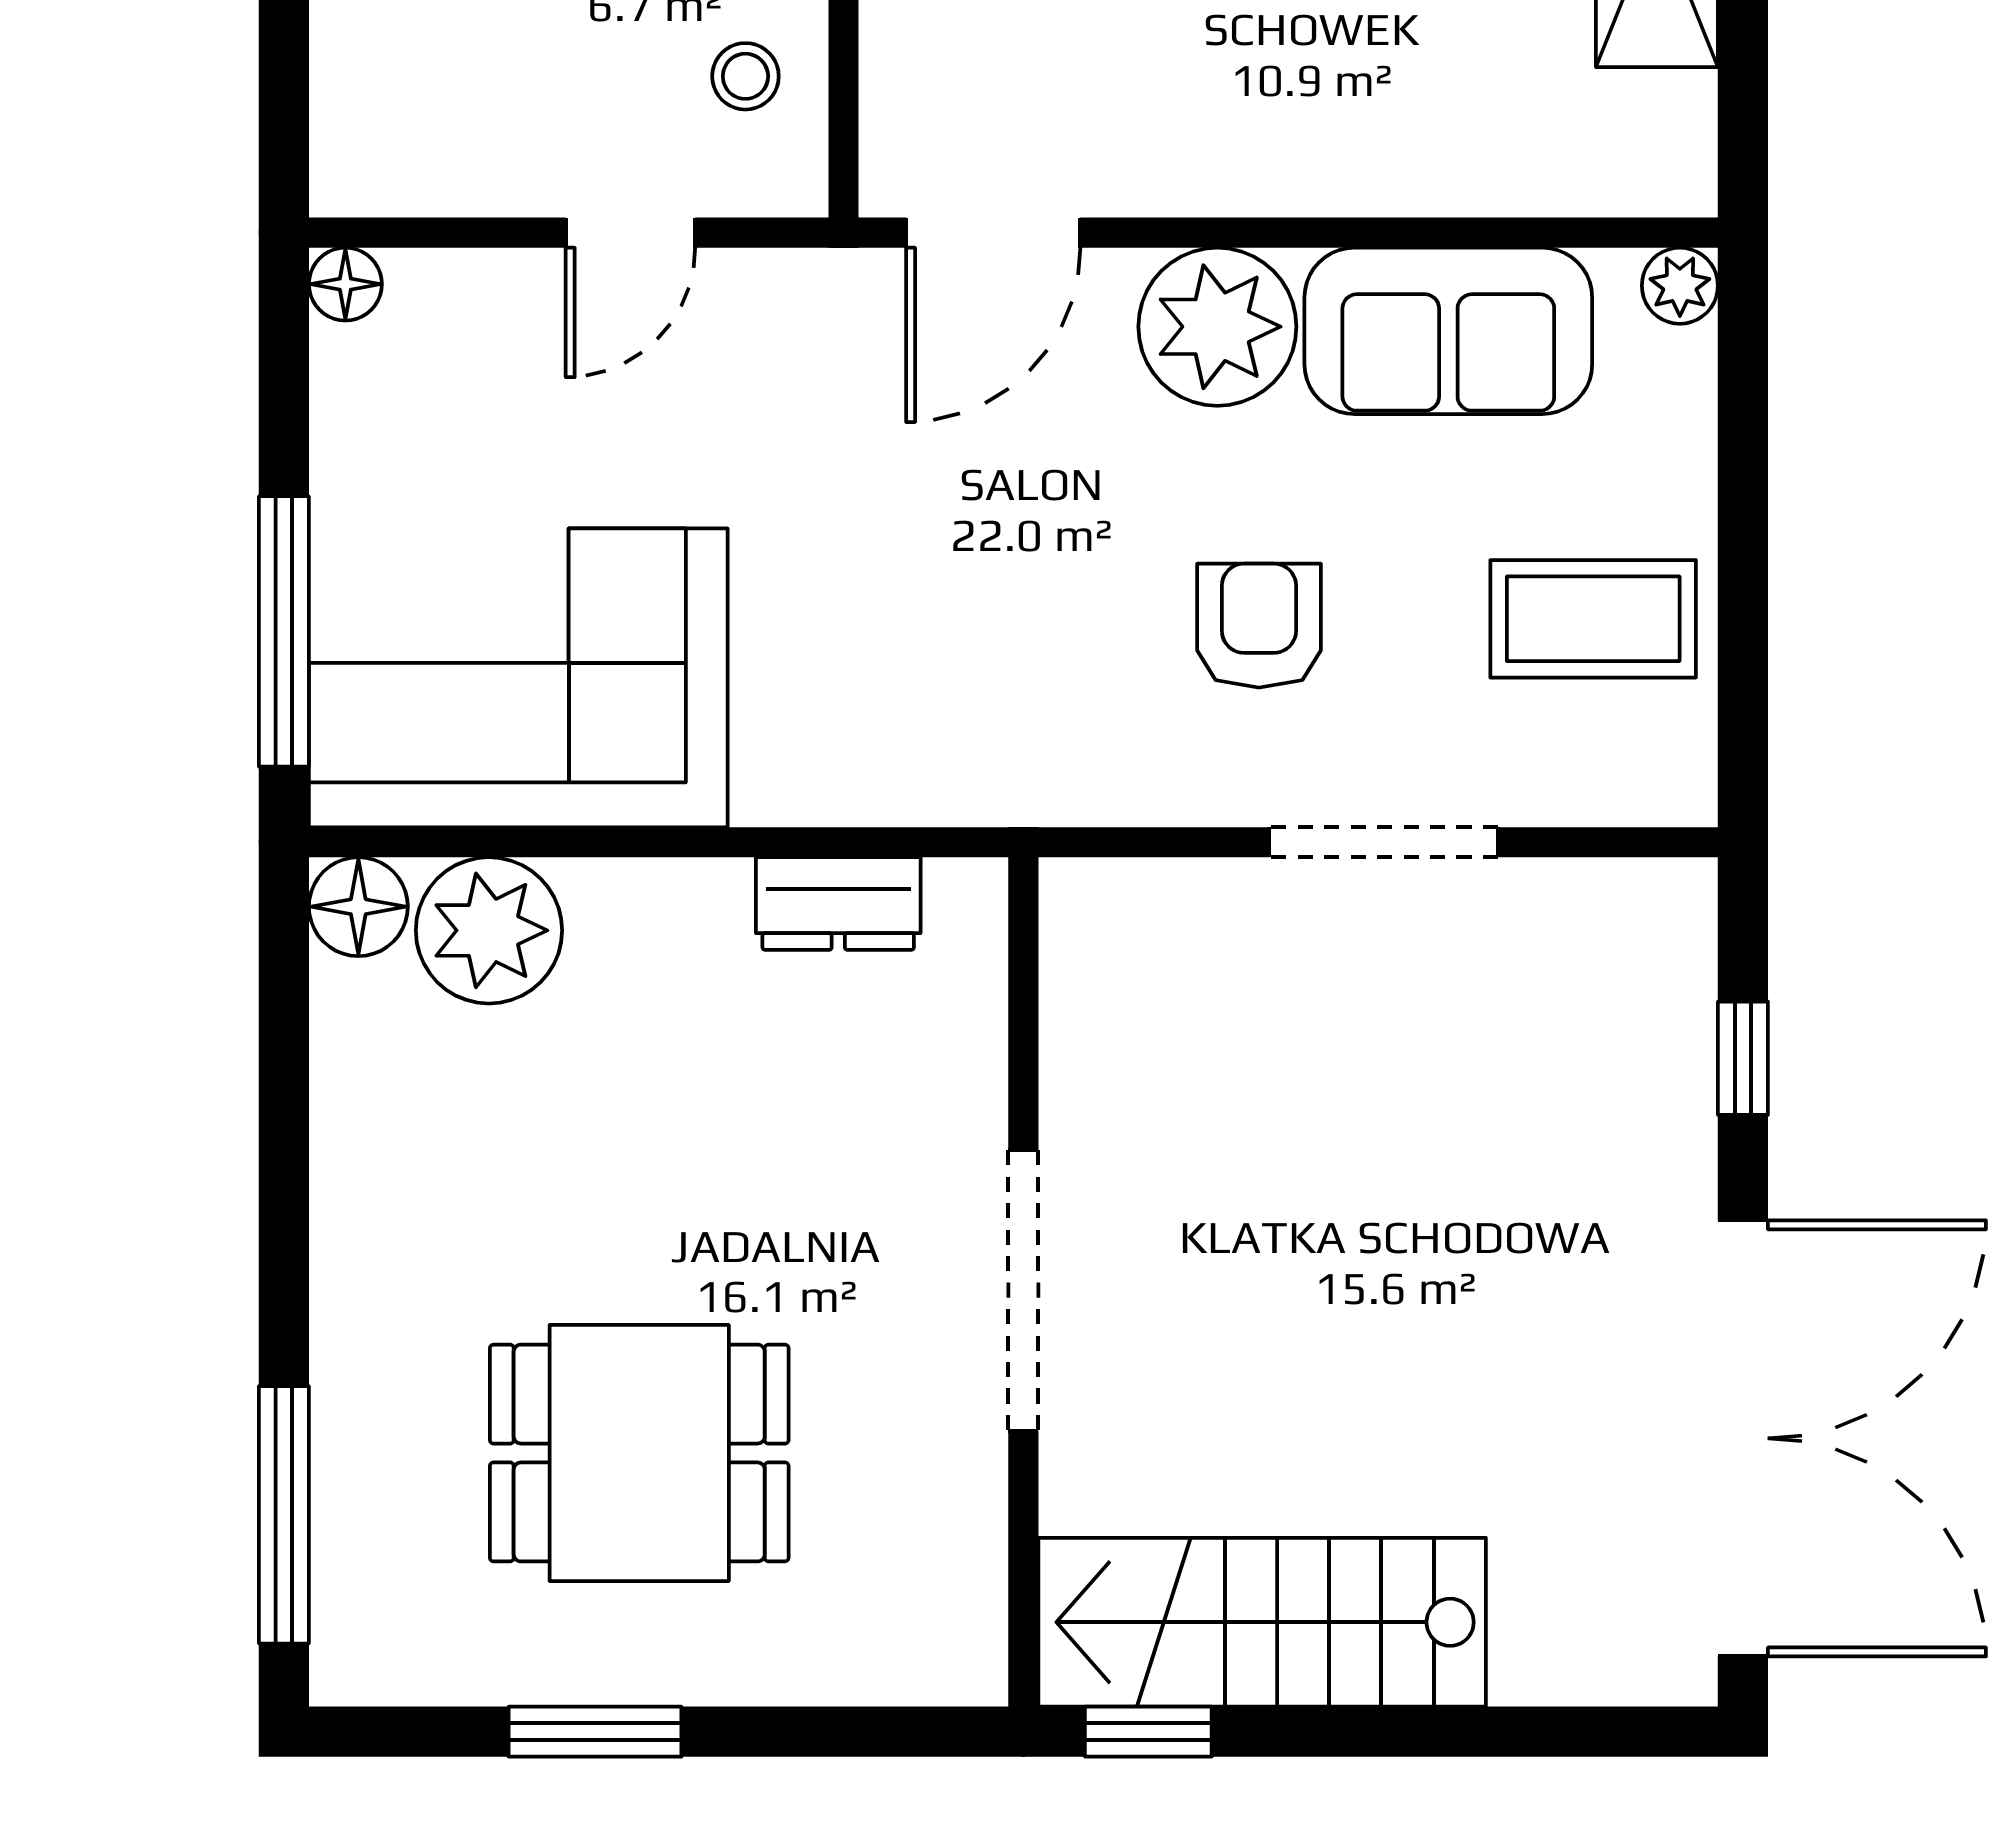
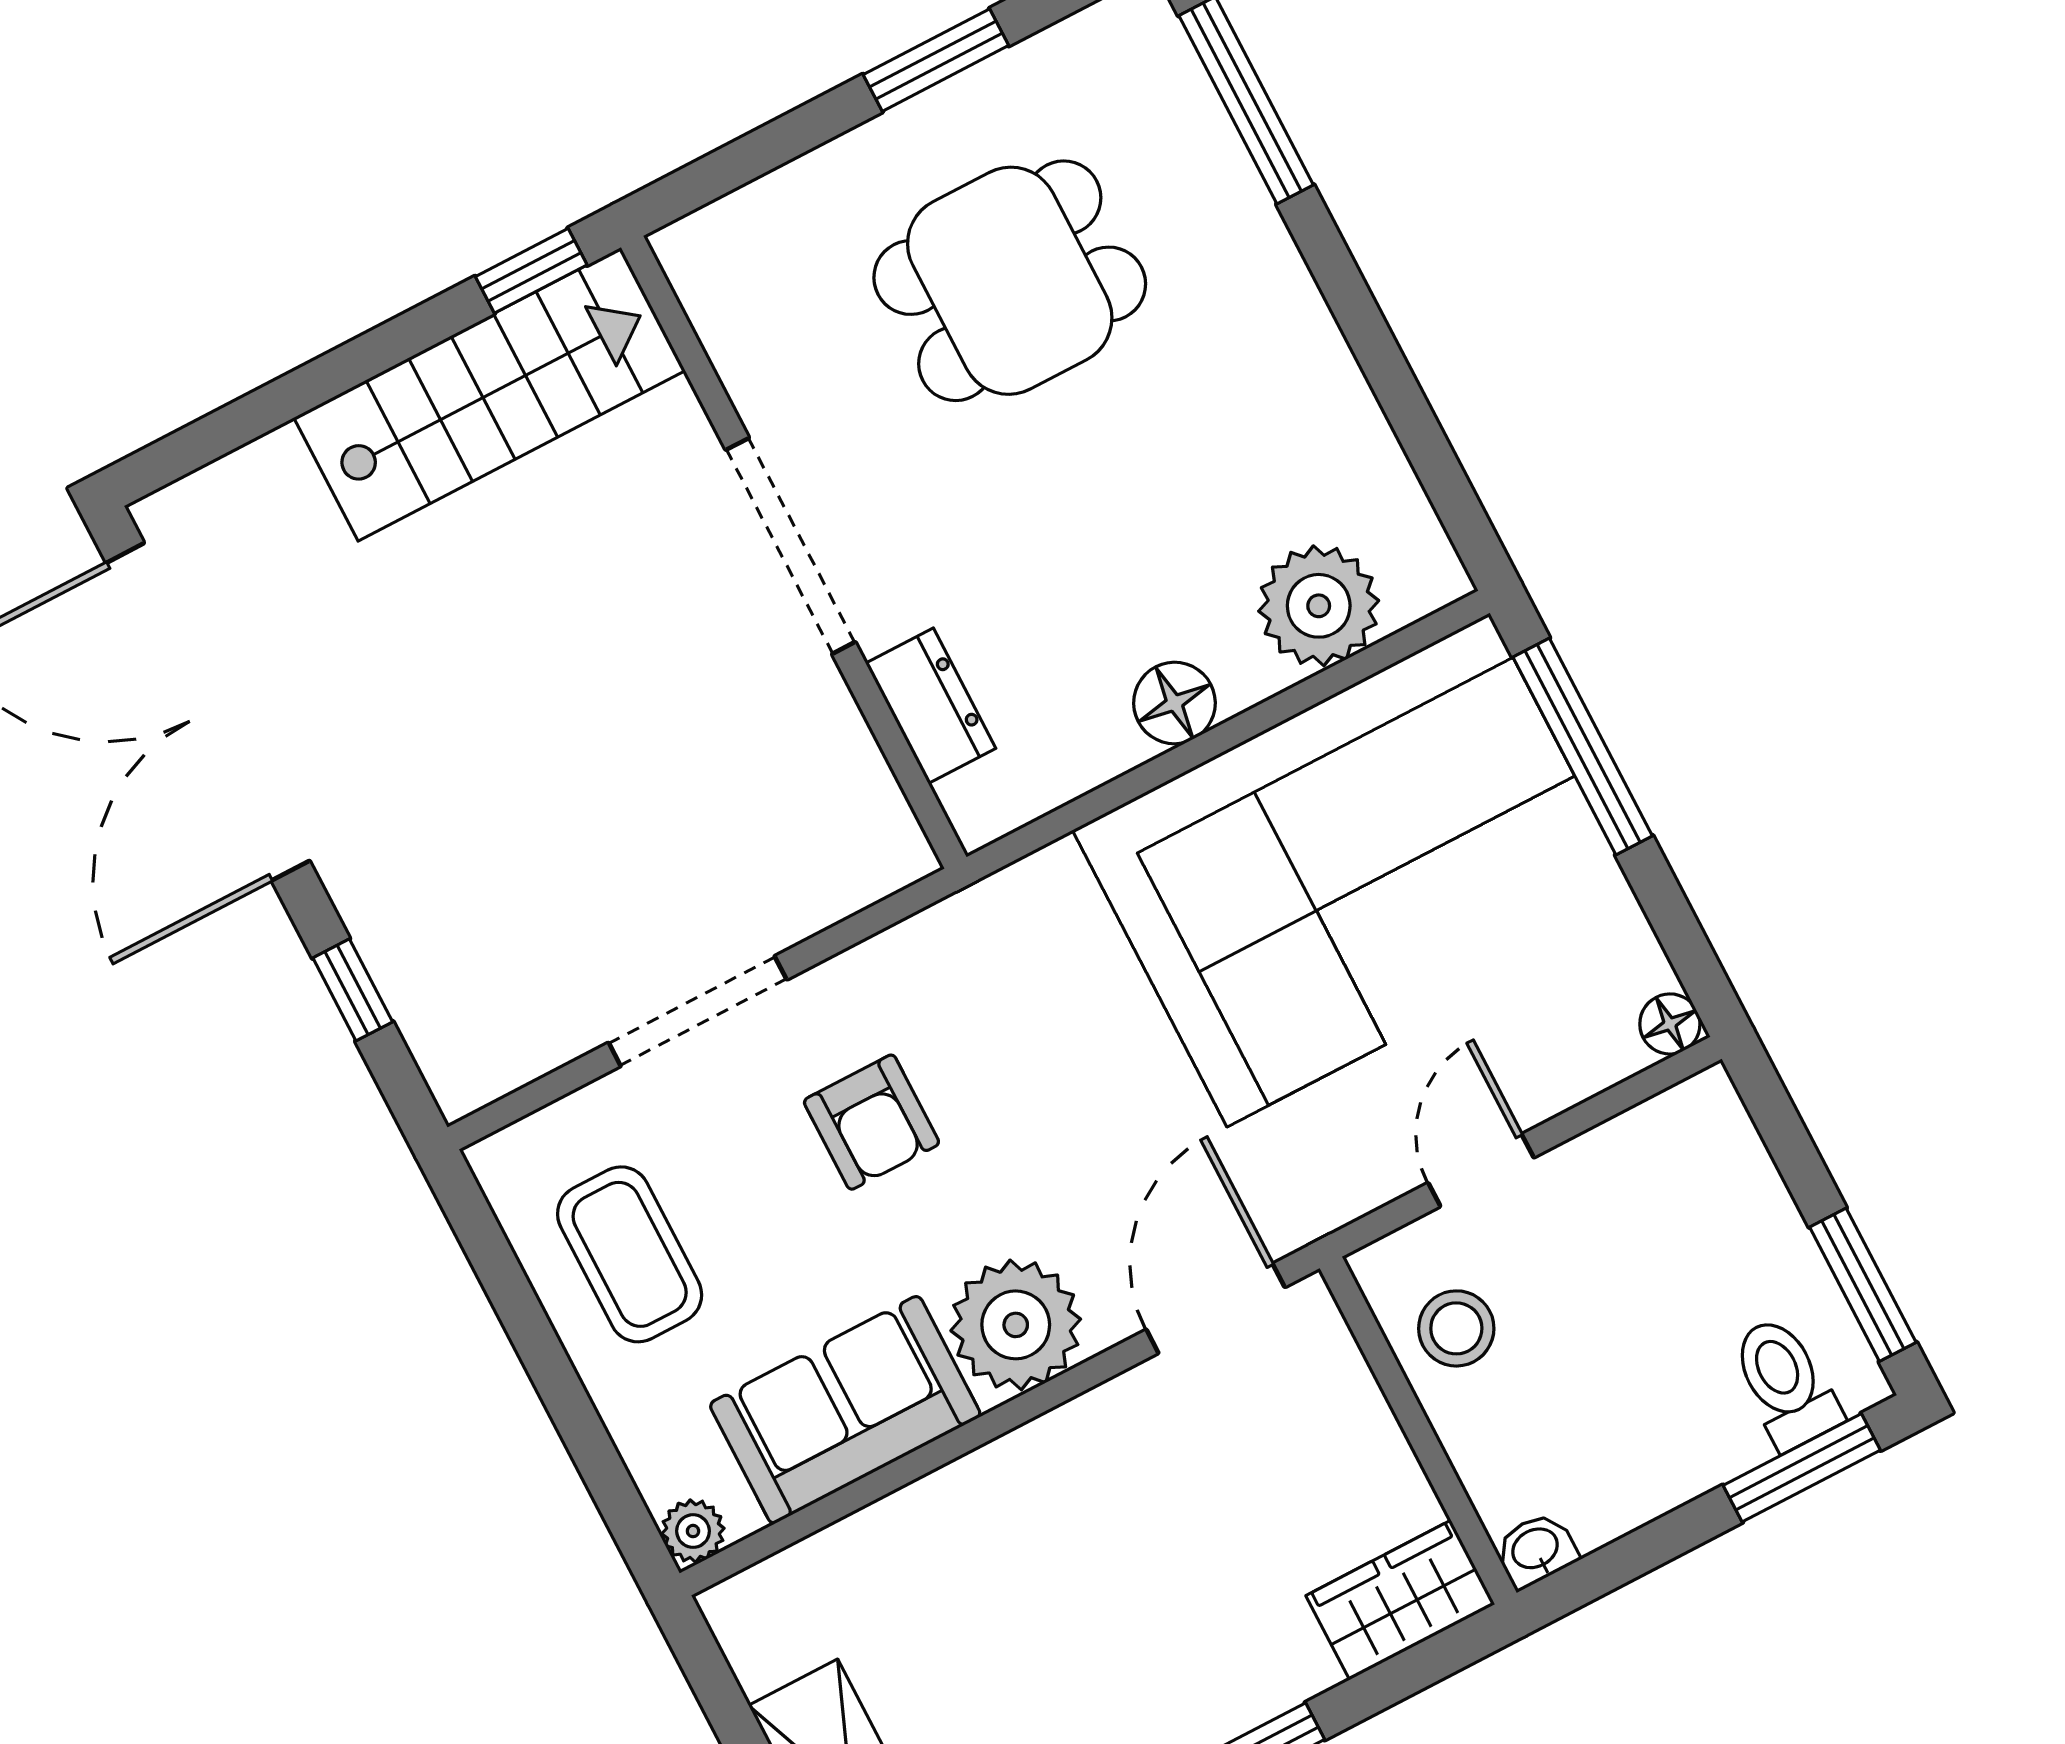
stool: (745, 76) -> (1456, 1328), width x1.37, depth x1.37
coffee table: (1593, 619) -> (630, 1254), turned 90
corner sofa: (518, 678) -> (1358, 870), width x1.36, depth x1.36
dresser: (838, 904) -> (931, 706), moved, turned 90
floor lamp: (358, 907) -> (1174, 703), moved

